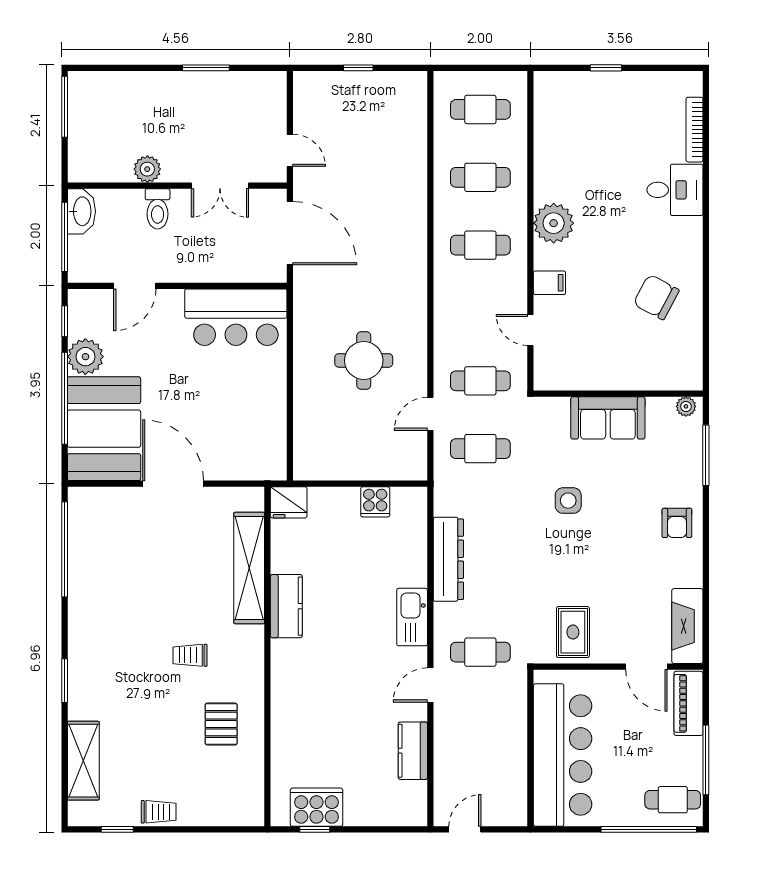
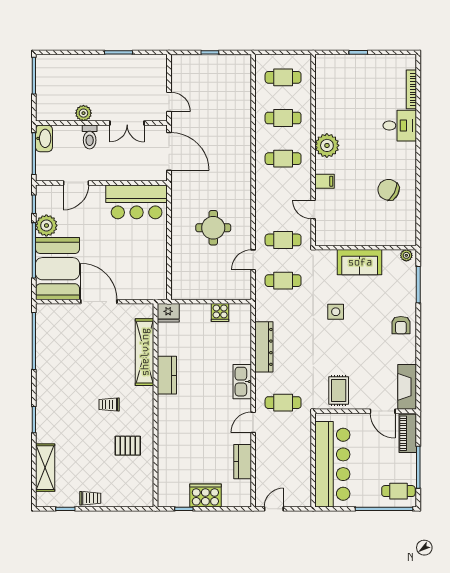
pallet: (221, 724) -> (128, 446), turned 90
cooker: (316, 807) -> (205, 496), moved

